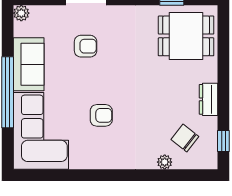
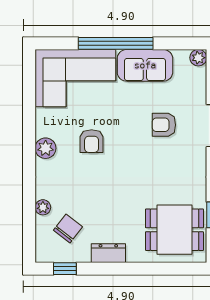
dining table: (186, 36) -> (174, 230), turned 90
armchair: (86, 46) -> (164, 125), turned 90
plant: (108, 160) -> (46, 148), added

